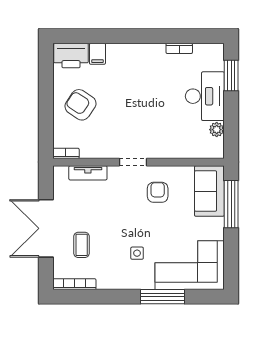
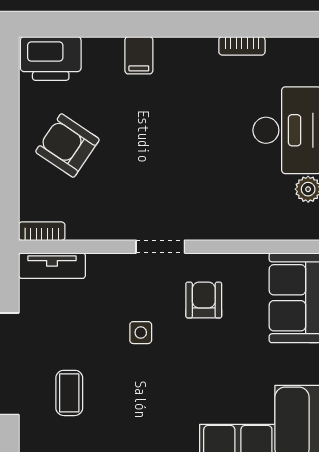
filing cabinet: (97, 54) -> (139, 55), moved
tv unit: (88, 173) -> (52, 266), moved
side table: (137, 253) -> (141, 333), moved

